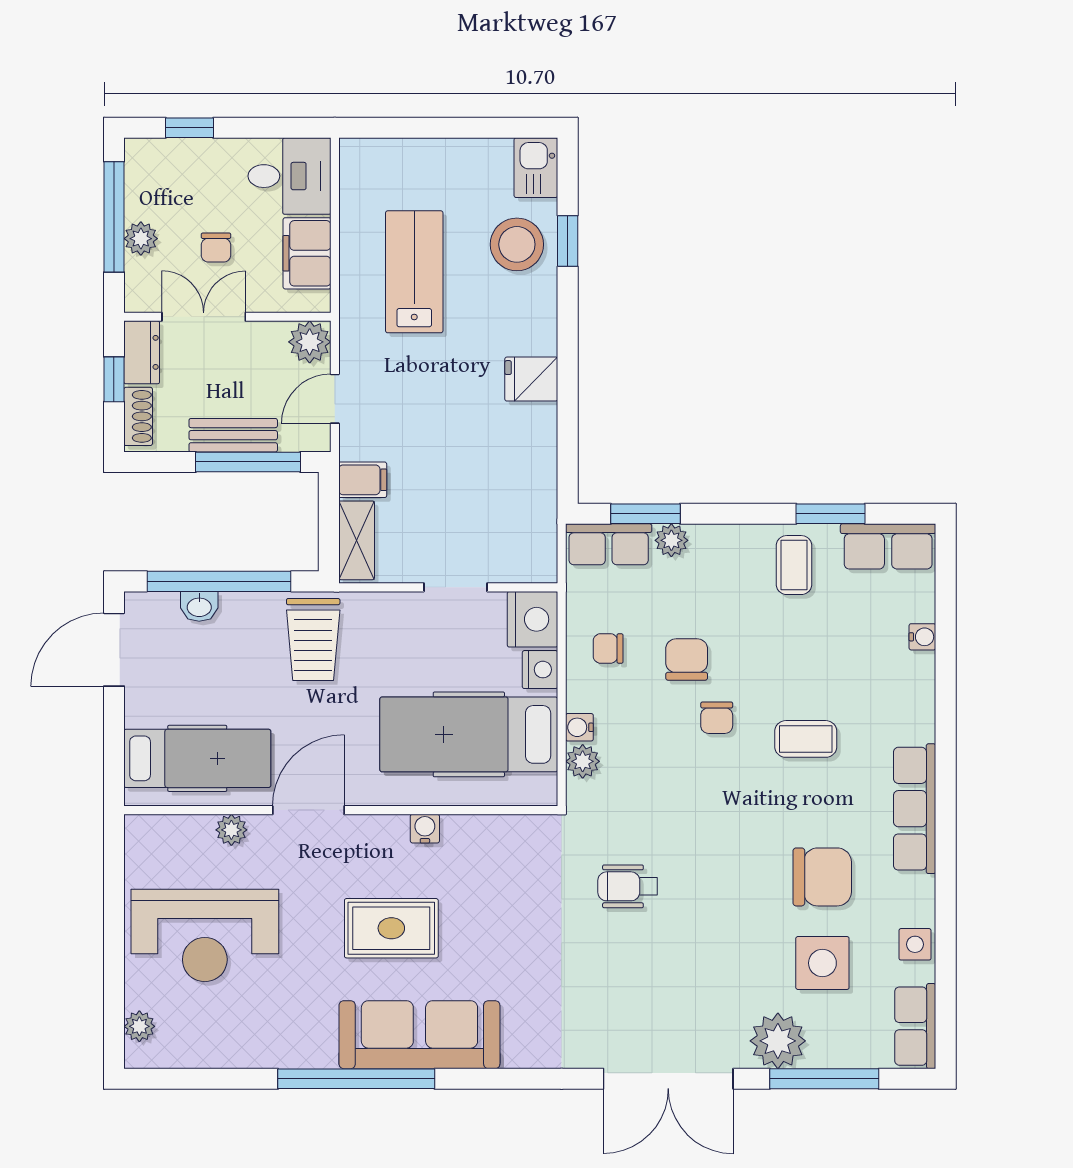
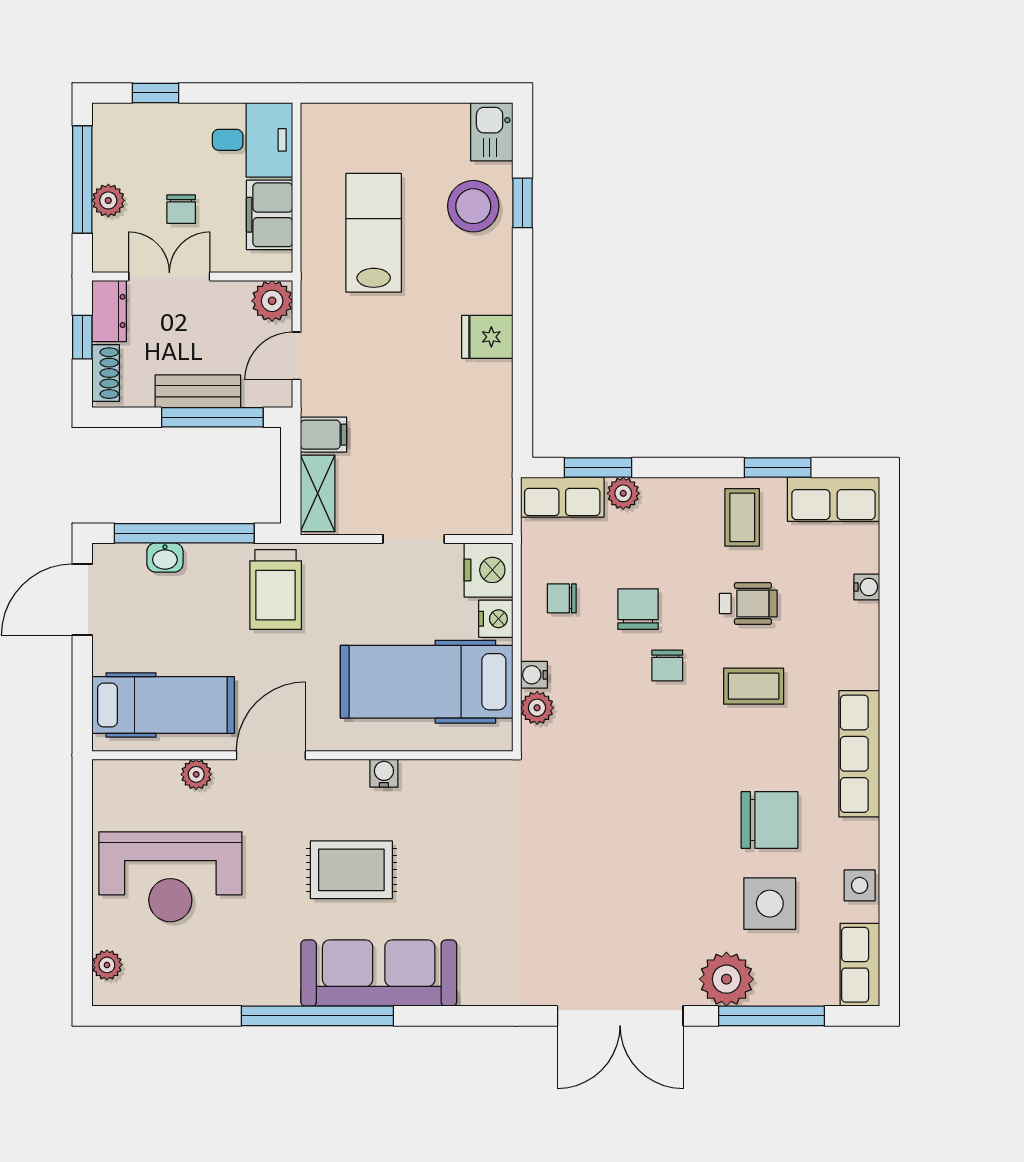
wheelchair: (628, 886) -> (748, 604), moved, turned 180

